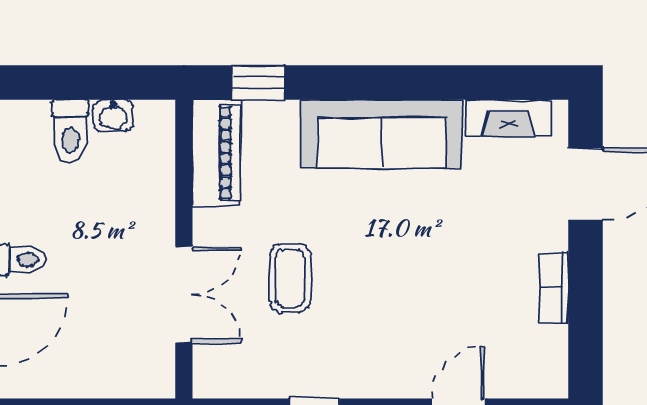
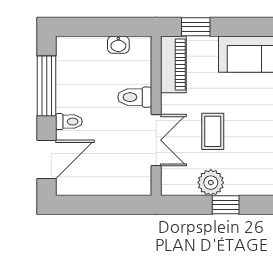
toilet: (70, 131) -> (135, 97), moved, turned 90
plant: (286, 374) -> (211, 183), added

